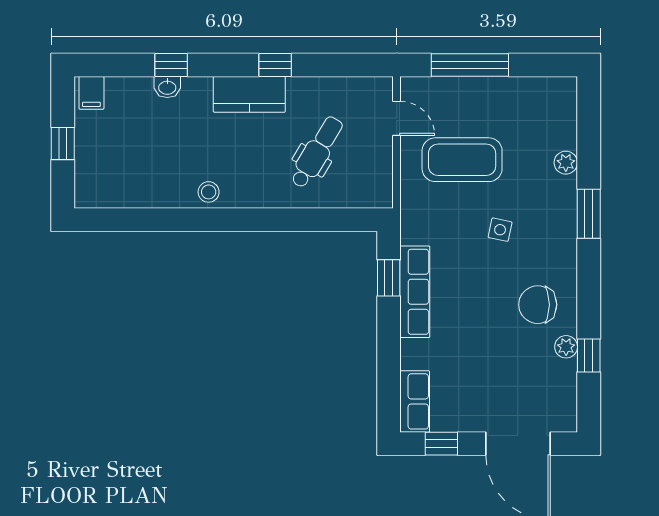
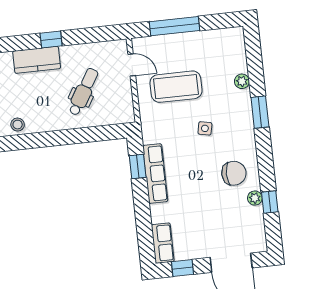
chair: (538, 305) -> (234, 173), turned 180

